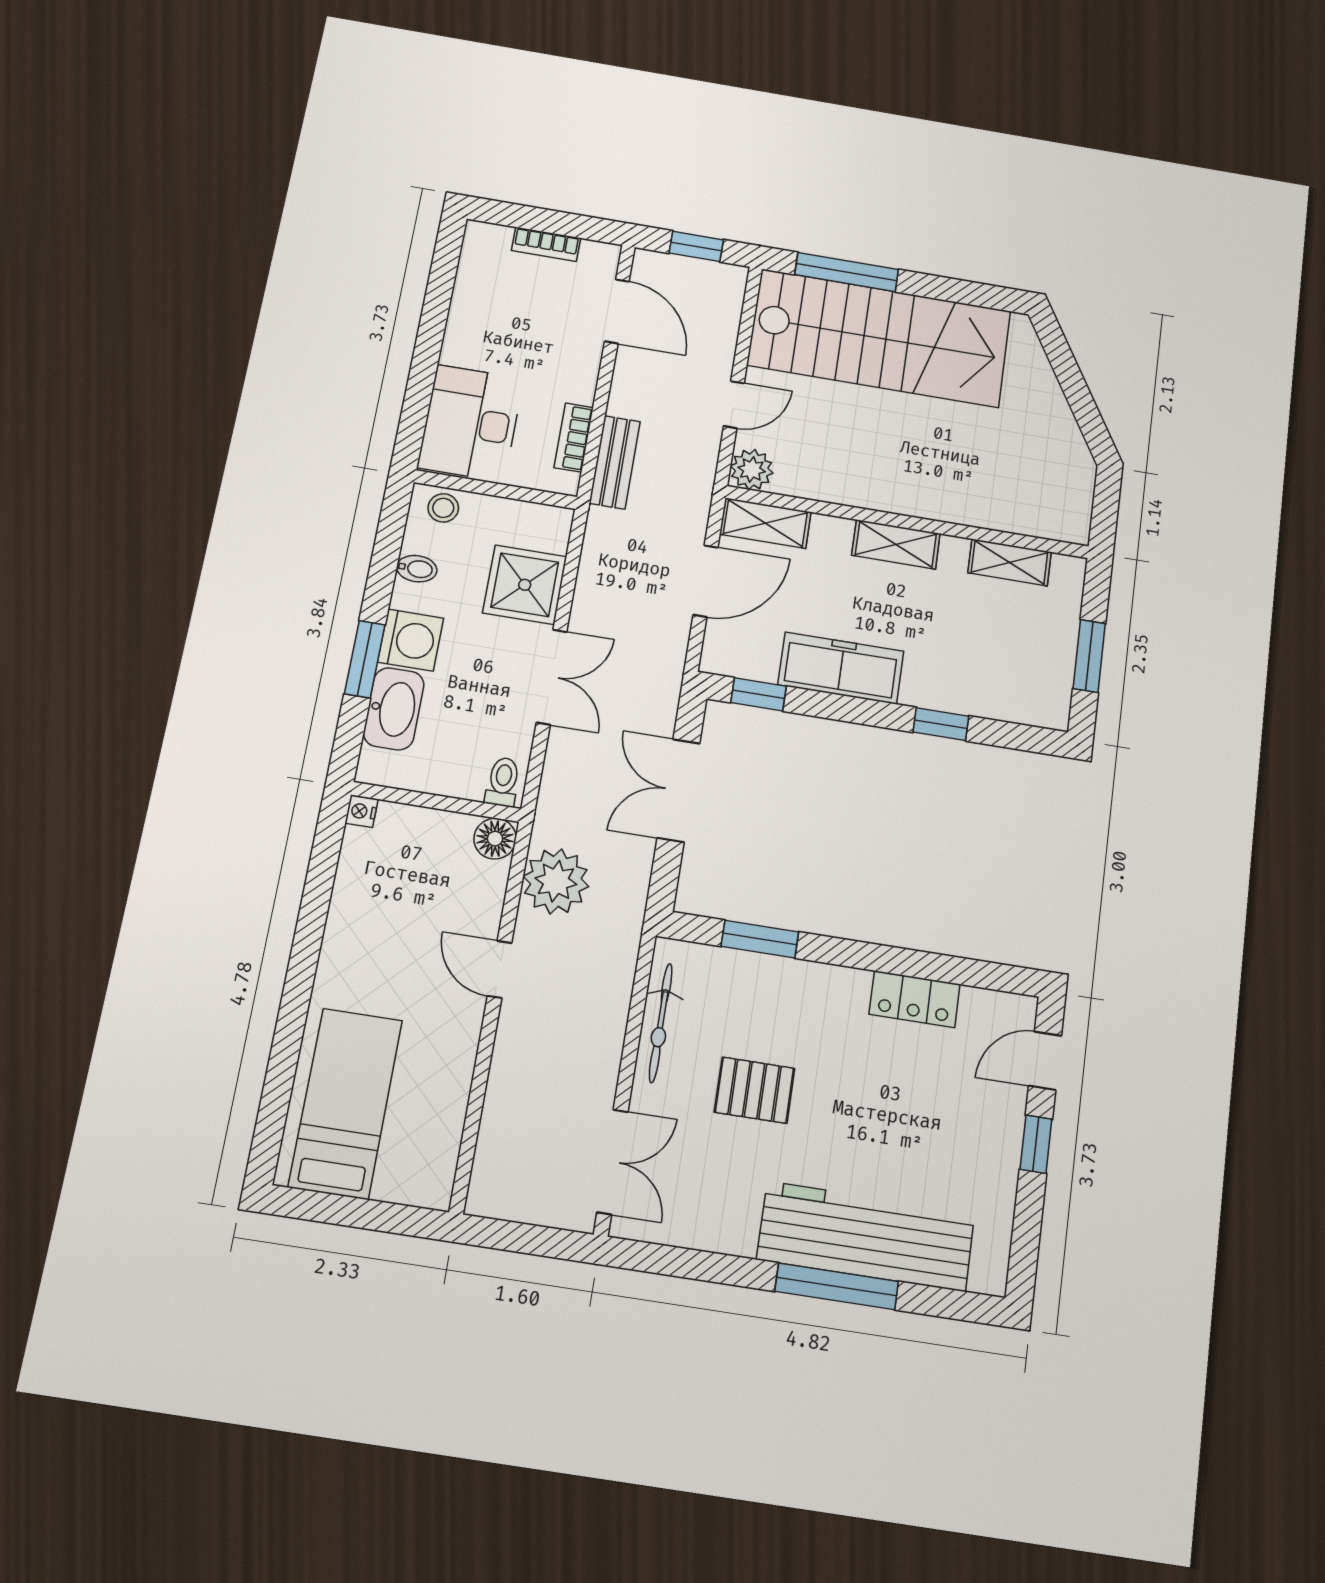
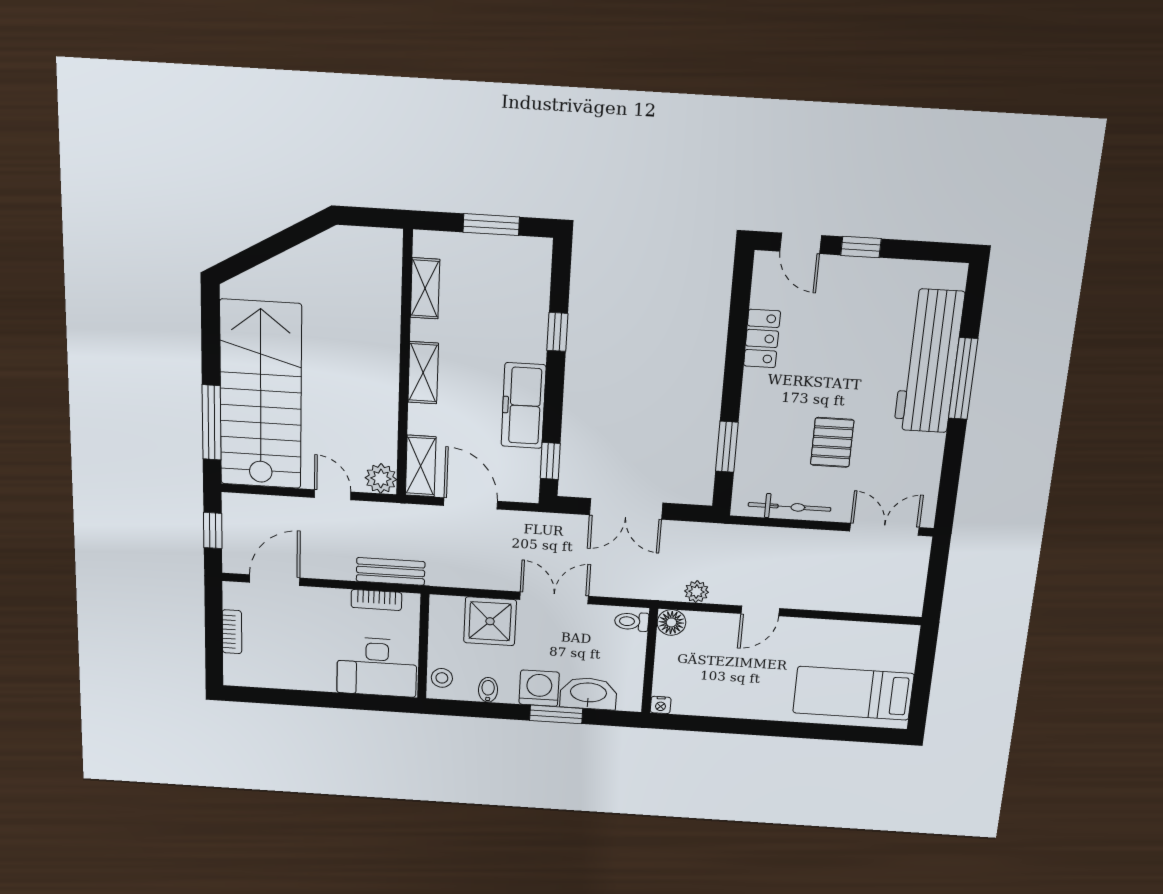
plant: (556, 881) -> (697, 592), width x0.53, depth x0.53

